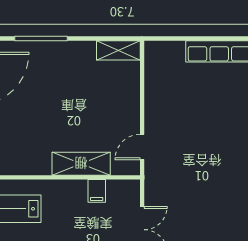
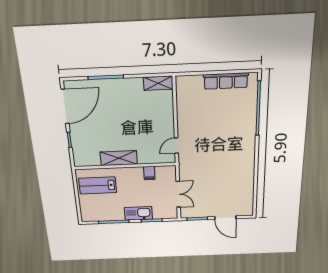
shelving: (81, 164) -> (119, 158), moved

